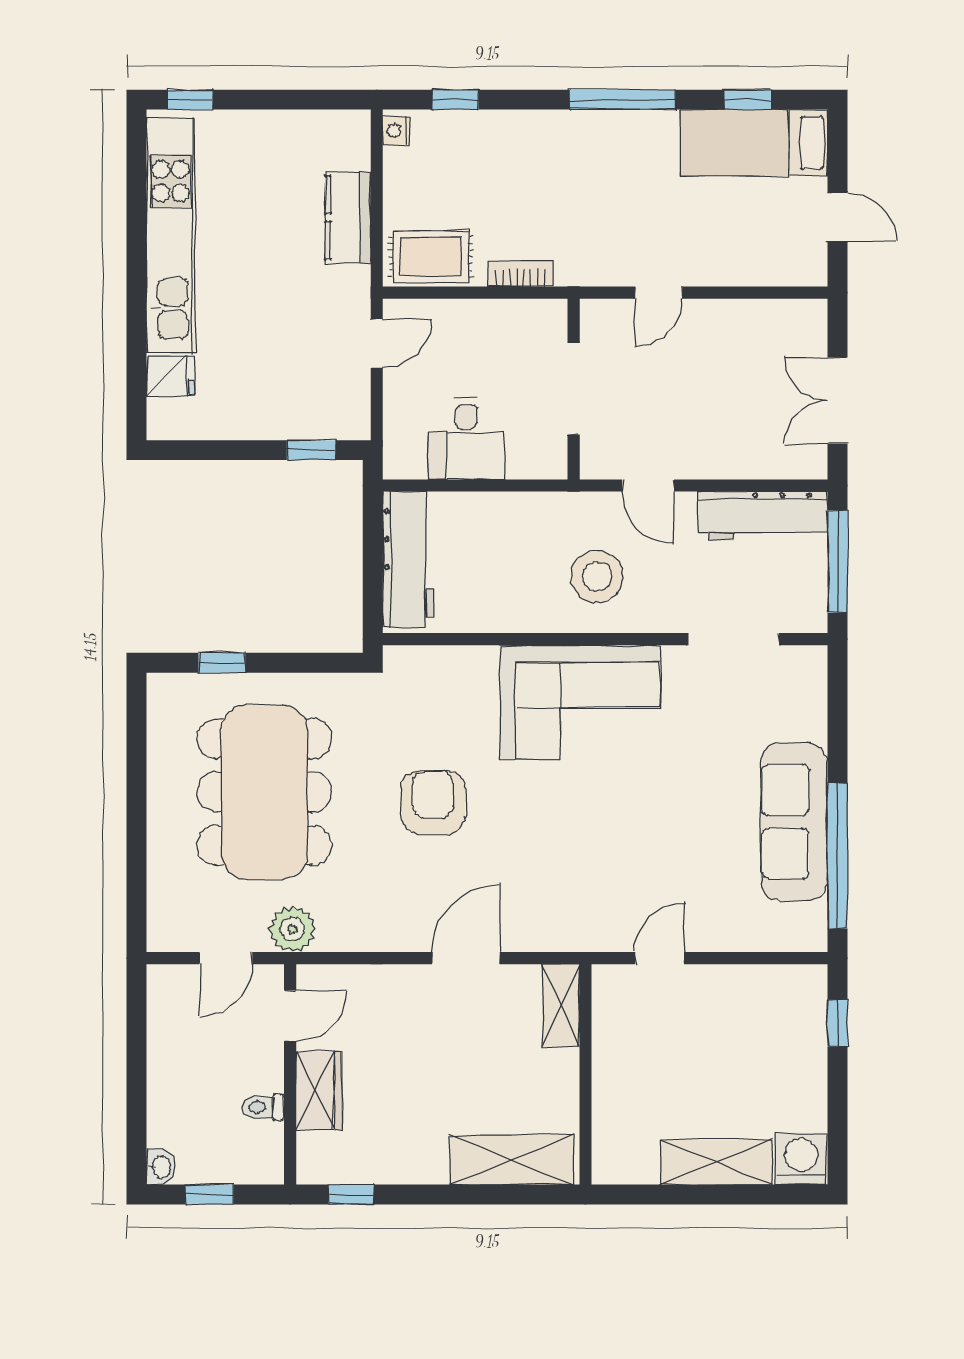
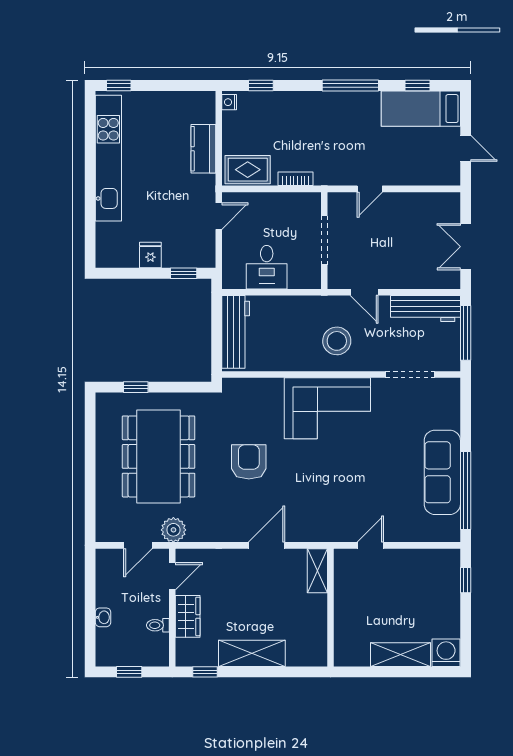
fridge: (170, 376) -> (150, 255), moved, turned -90
shelving: (511, 1160) -> (252, 653), moved
washbasin: (161, 1167) -> (103, 617), moved

